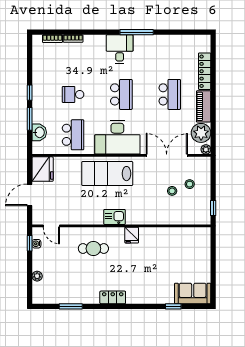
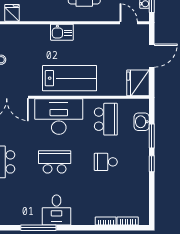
school desk: (73, 94) -> (106, 162), turned 180
school desk: (121, 94) -> (55, 162), turned 90
school desk: (73, 135) -> (106, 119), turned 180
fridge: (132, 235) -> (12, 13), moved

